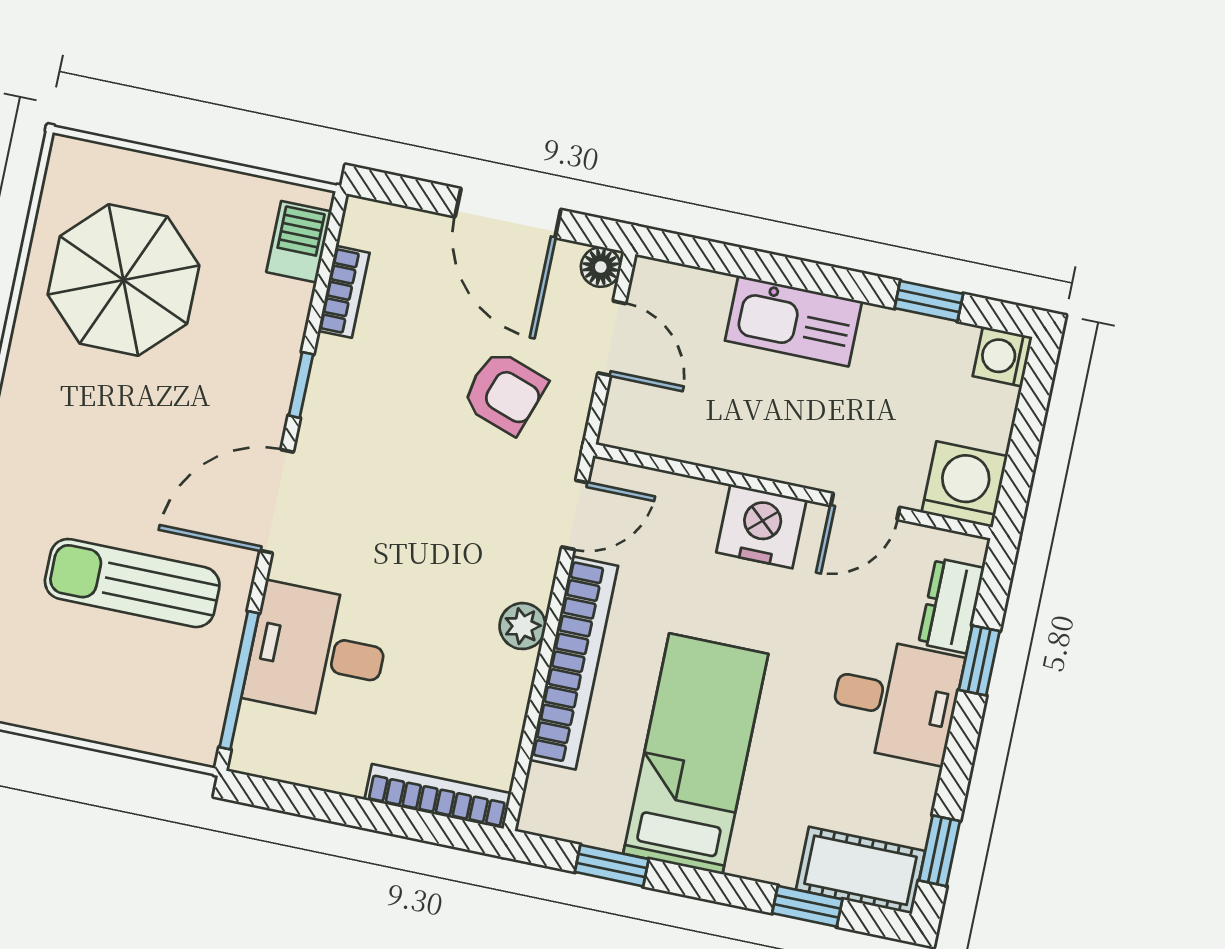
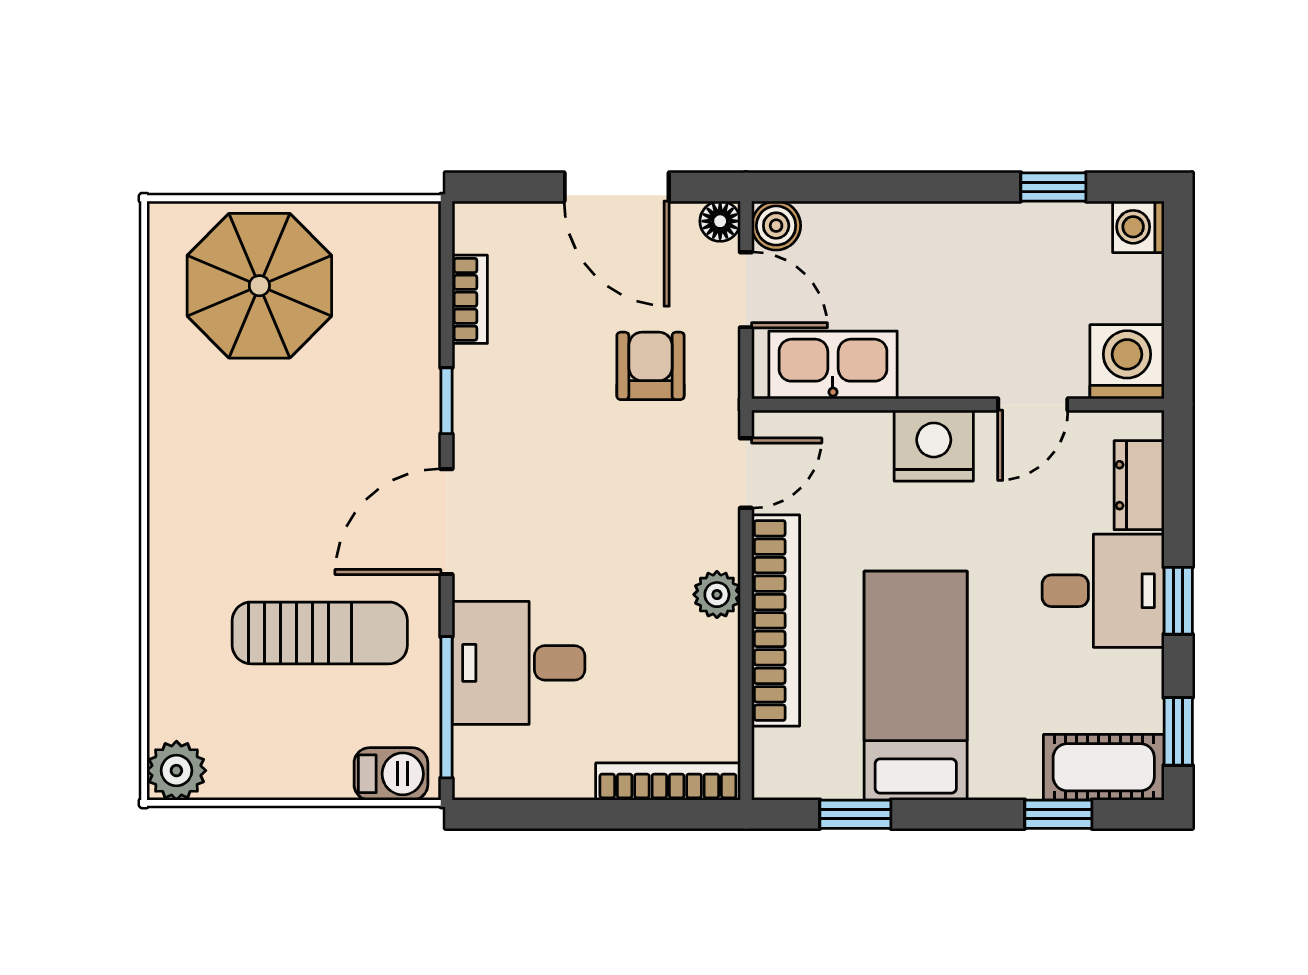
barbecue: (299, 242) -> (391, 774), moved, turned 90
parasol: (123, 280) -> (259, 286), moved
boiler: (654, 282) -> (776, 226), added
kitchen sink: (794, 321) -> (833, 365), moved, turned 180
armchair: (505, 392) -> (650, 366), turned -109
sun lounger: (132, 583) -> (320, 633), turned 180
window: (979, 661) -> (1178, 601), moved

